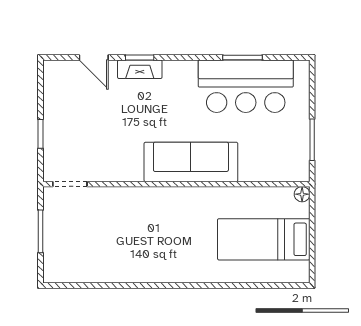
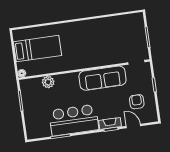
bar counter: (246, 86) -> (74, 120), moved
armchair: (80, 105) -> (137, 102), added
sofa: (191, 162) -> (102, 78), moved
plant: (252, 169) -> (48, 82), added

